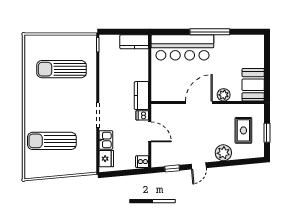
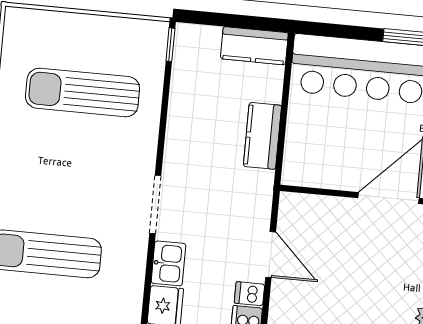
kitchen counter: (141, 96) -> (262, 136), moved
dishwasher: (142, 115) -> (249, 294), moved

